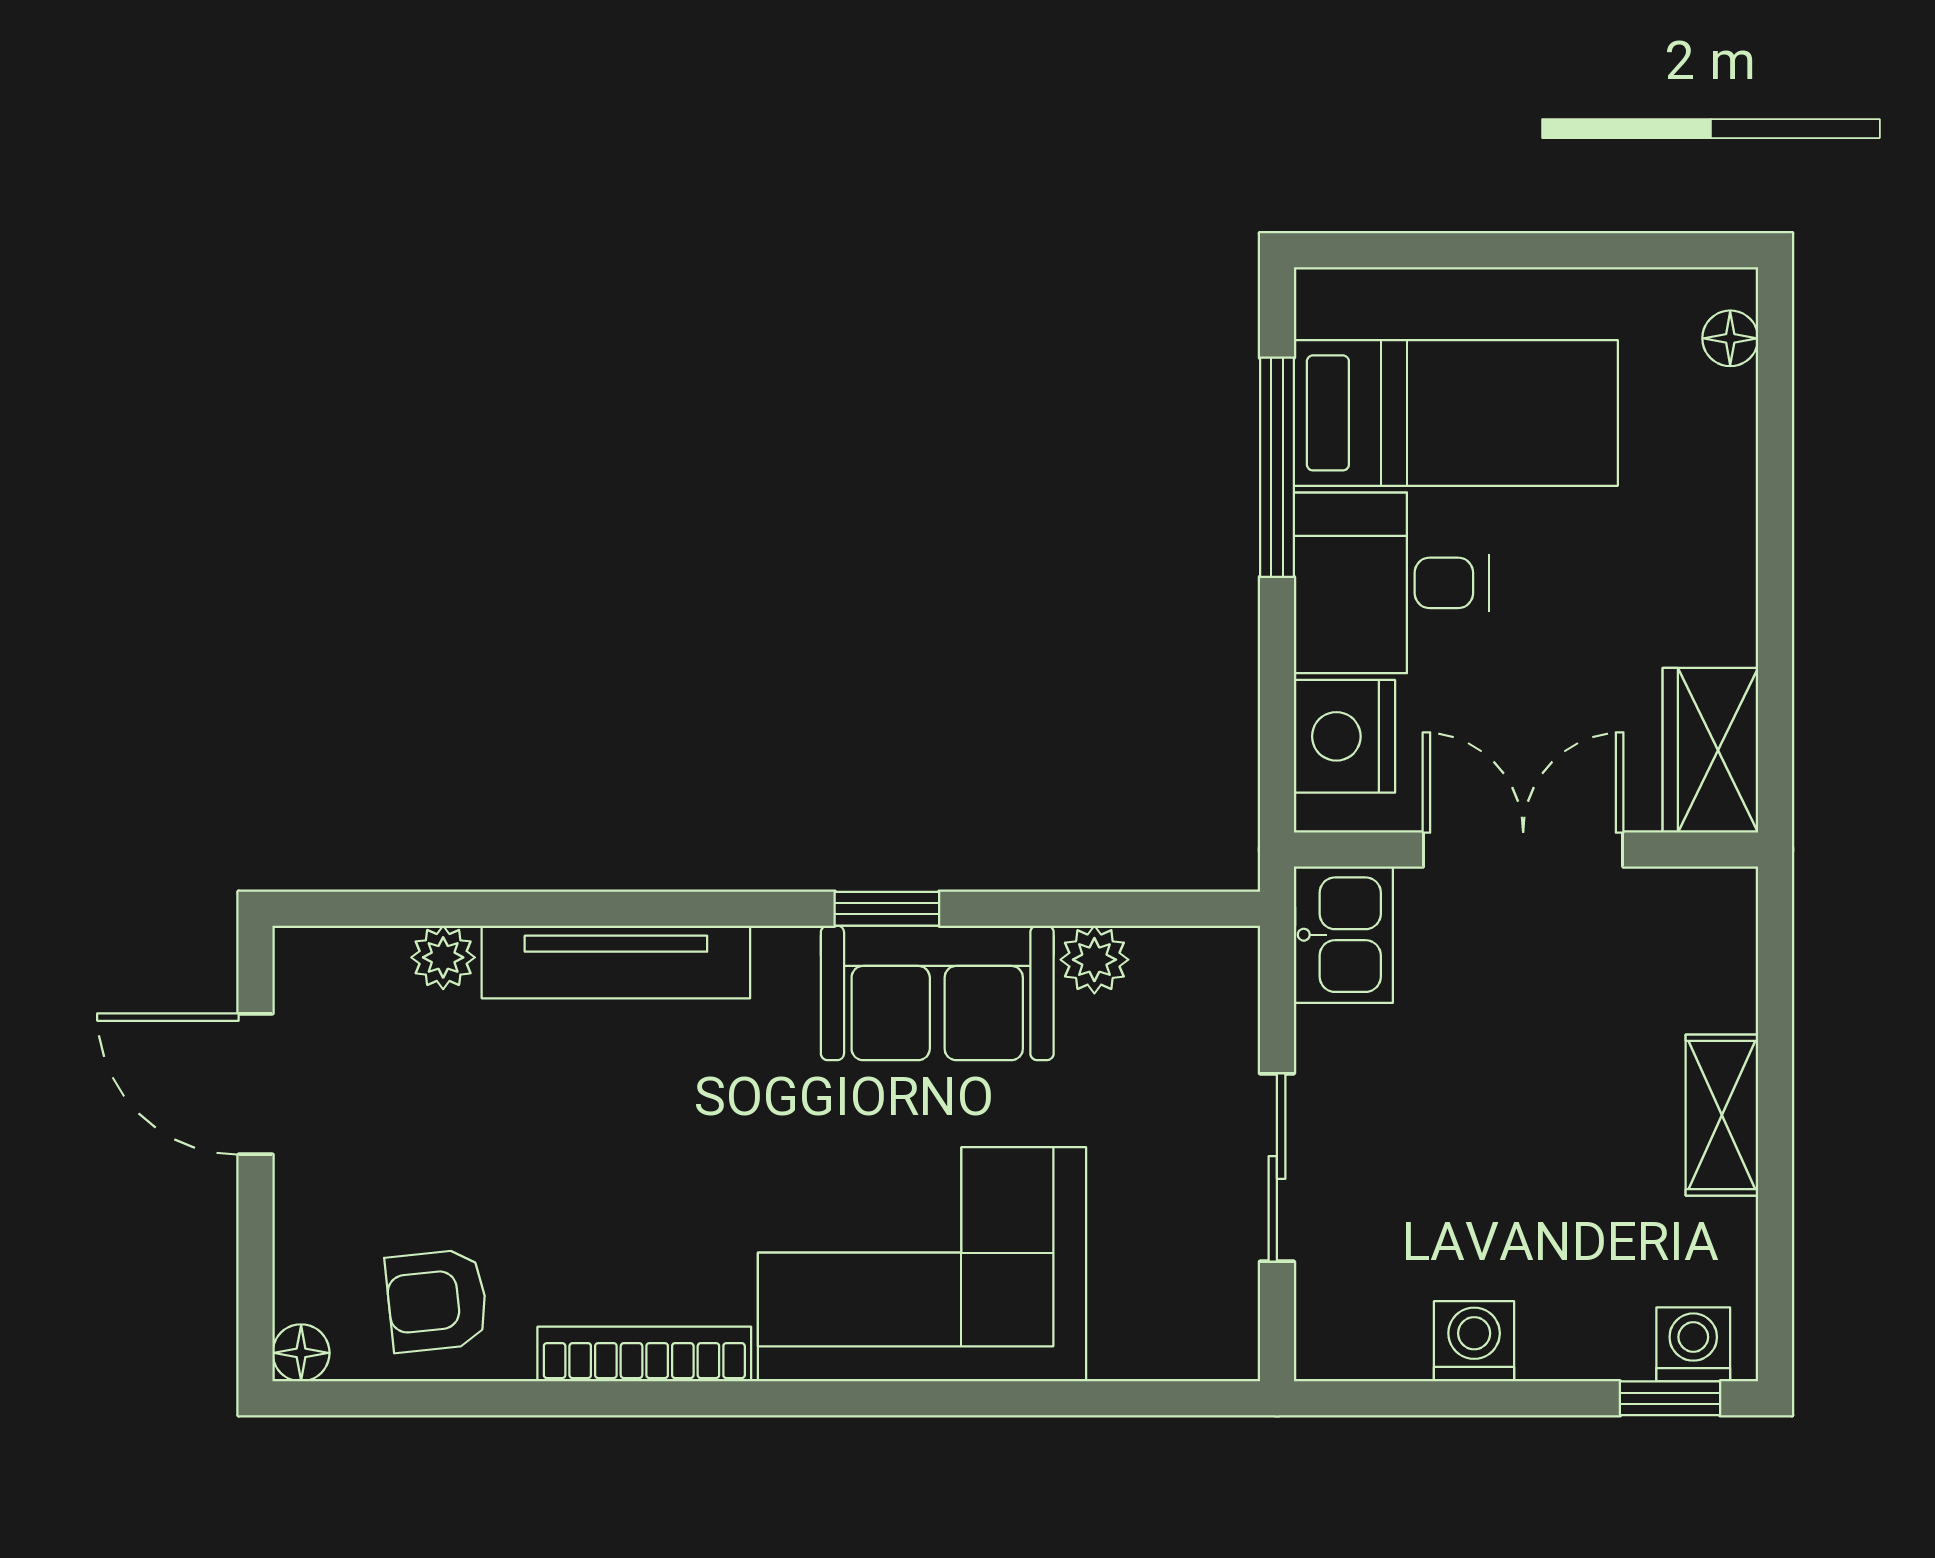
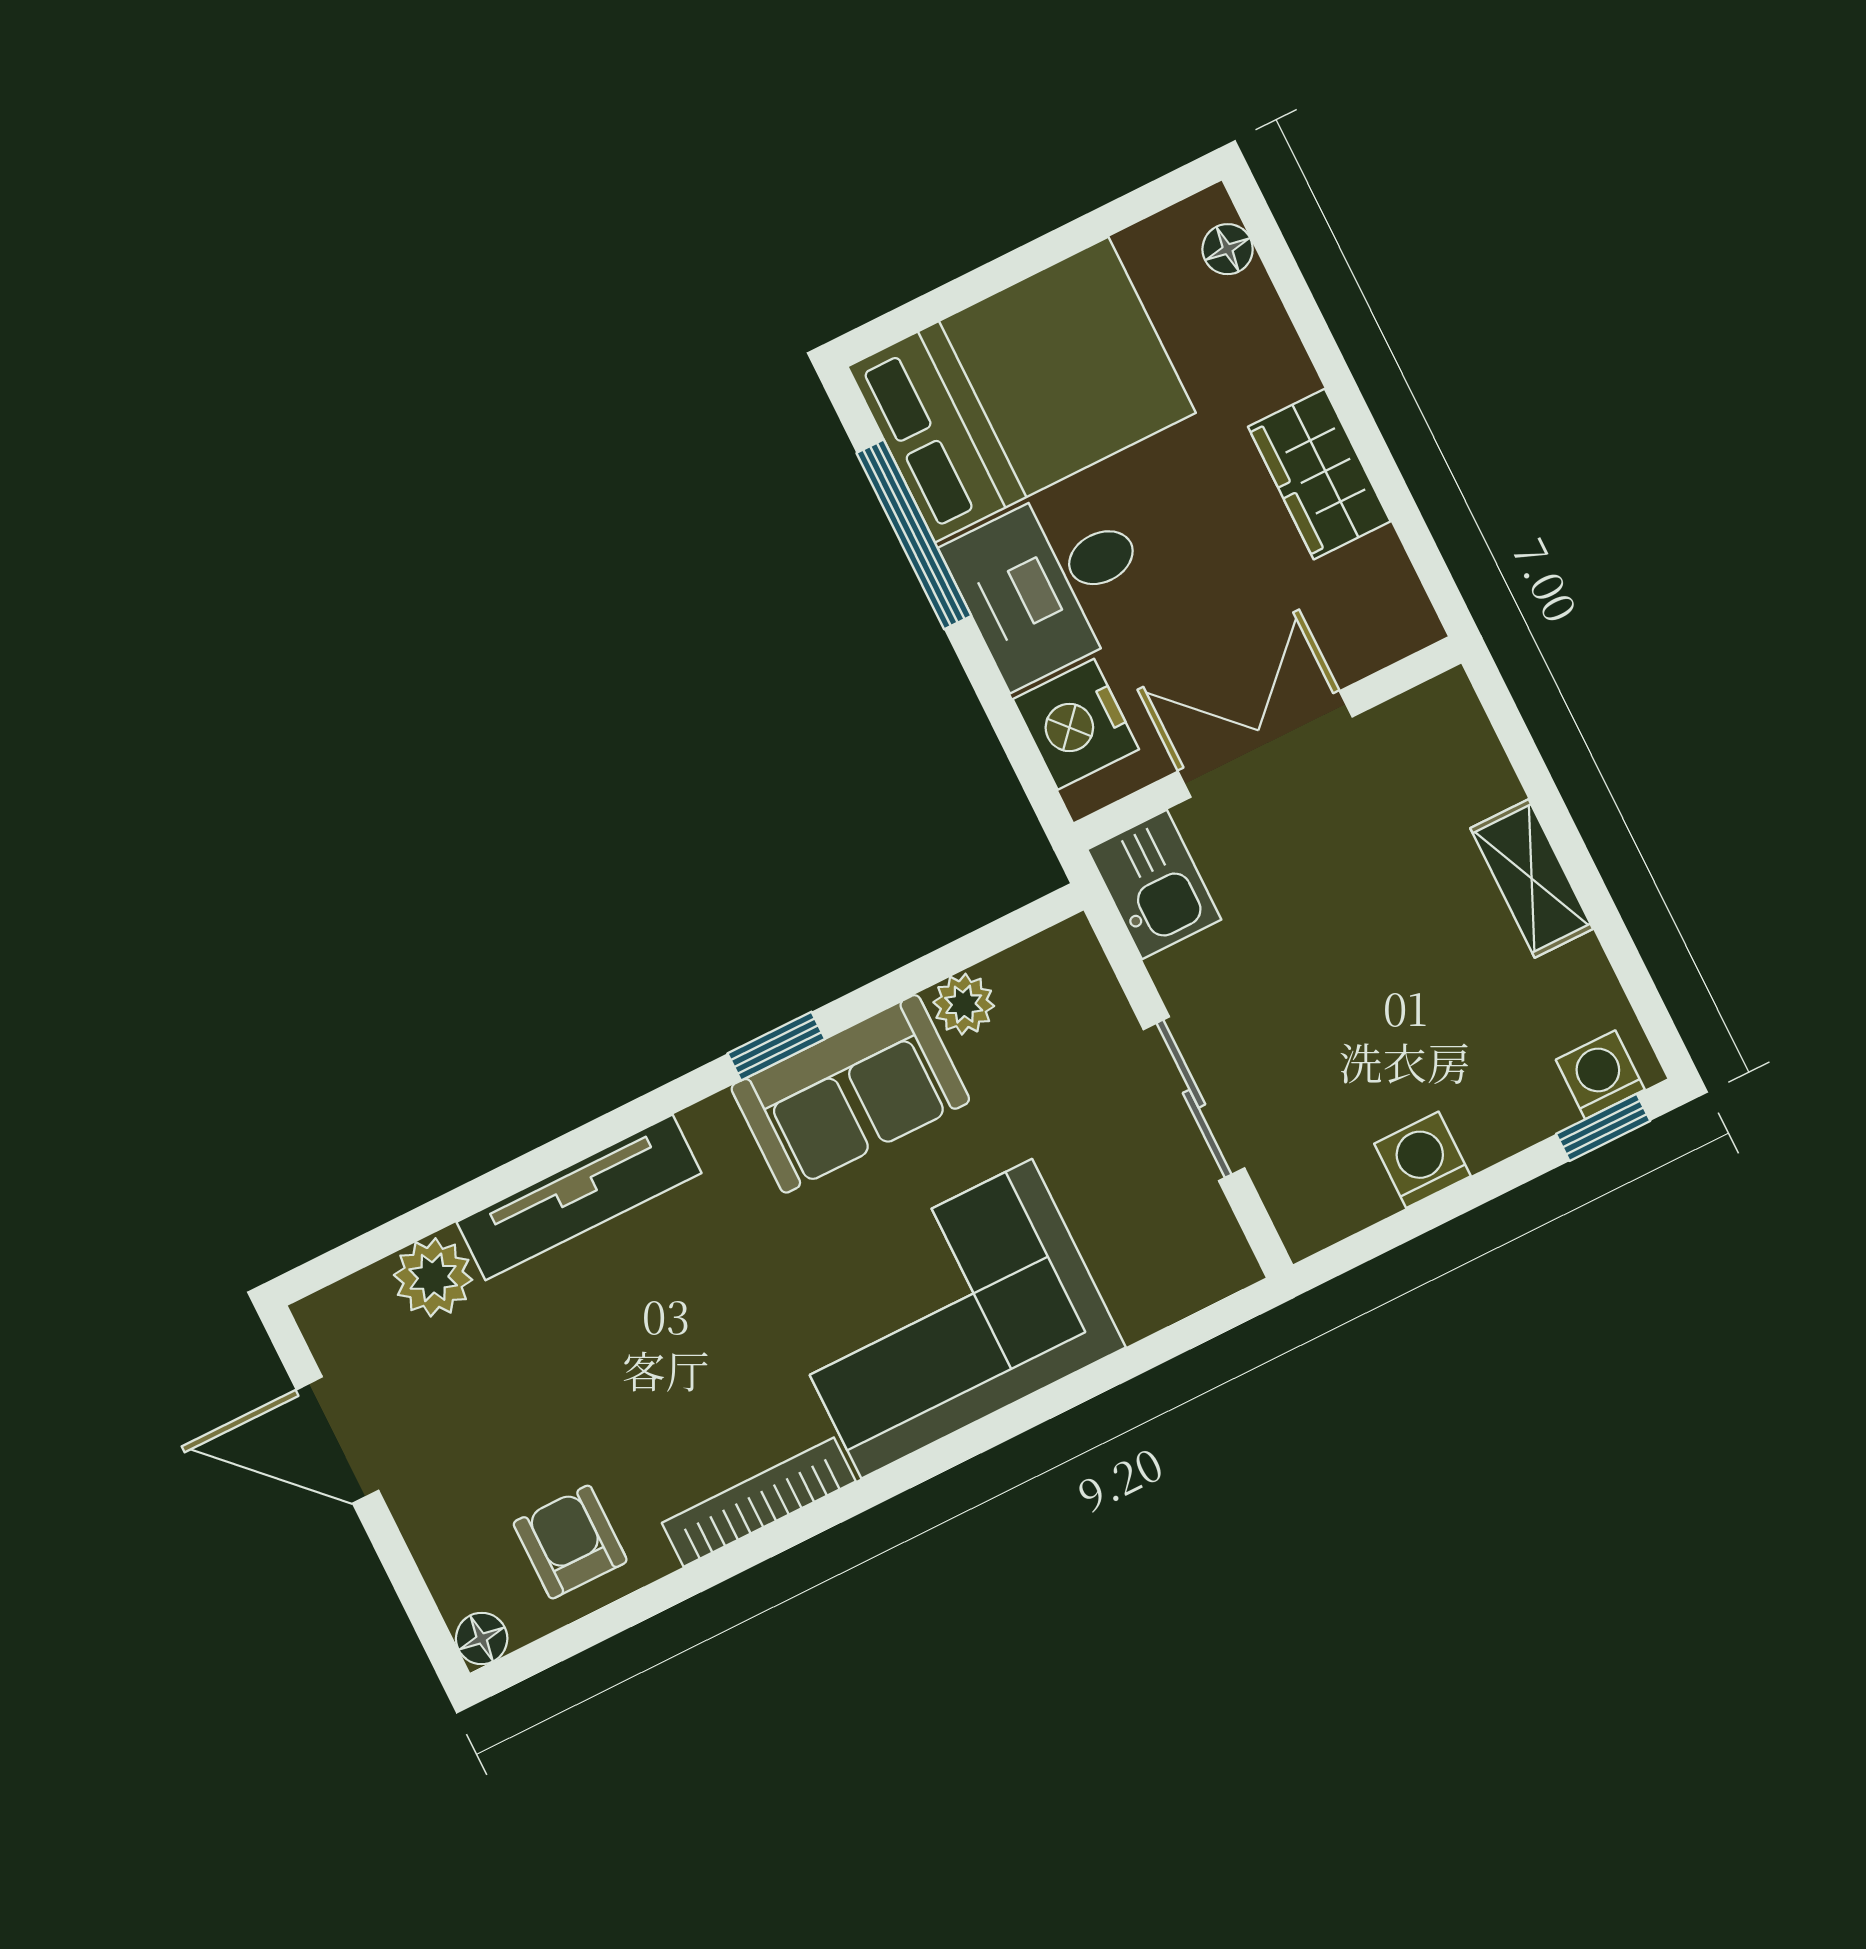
bed: (1456, 413) -> (1022, 390), width x1.50
wardrobe: (1710, 750) -> (1319, 474), moved
plant: (443, 957) -> (433, 1277), width x1.38, depth x1.38
armchair: (437, 1301) -> (570, 1542), turned 96

